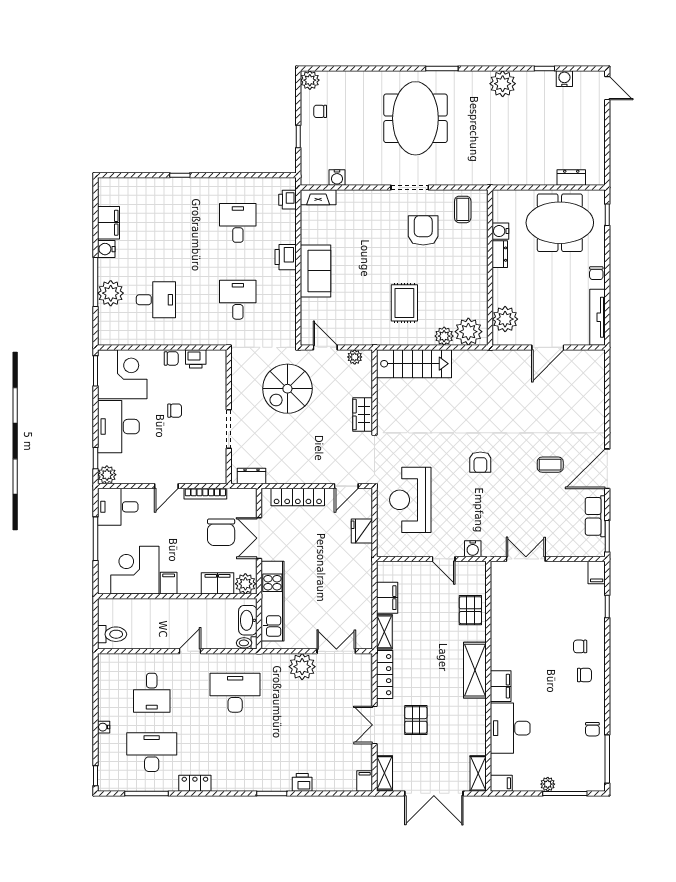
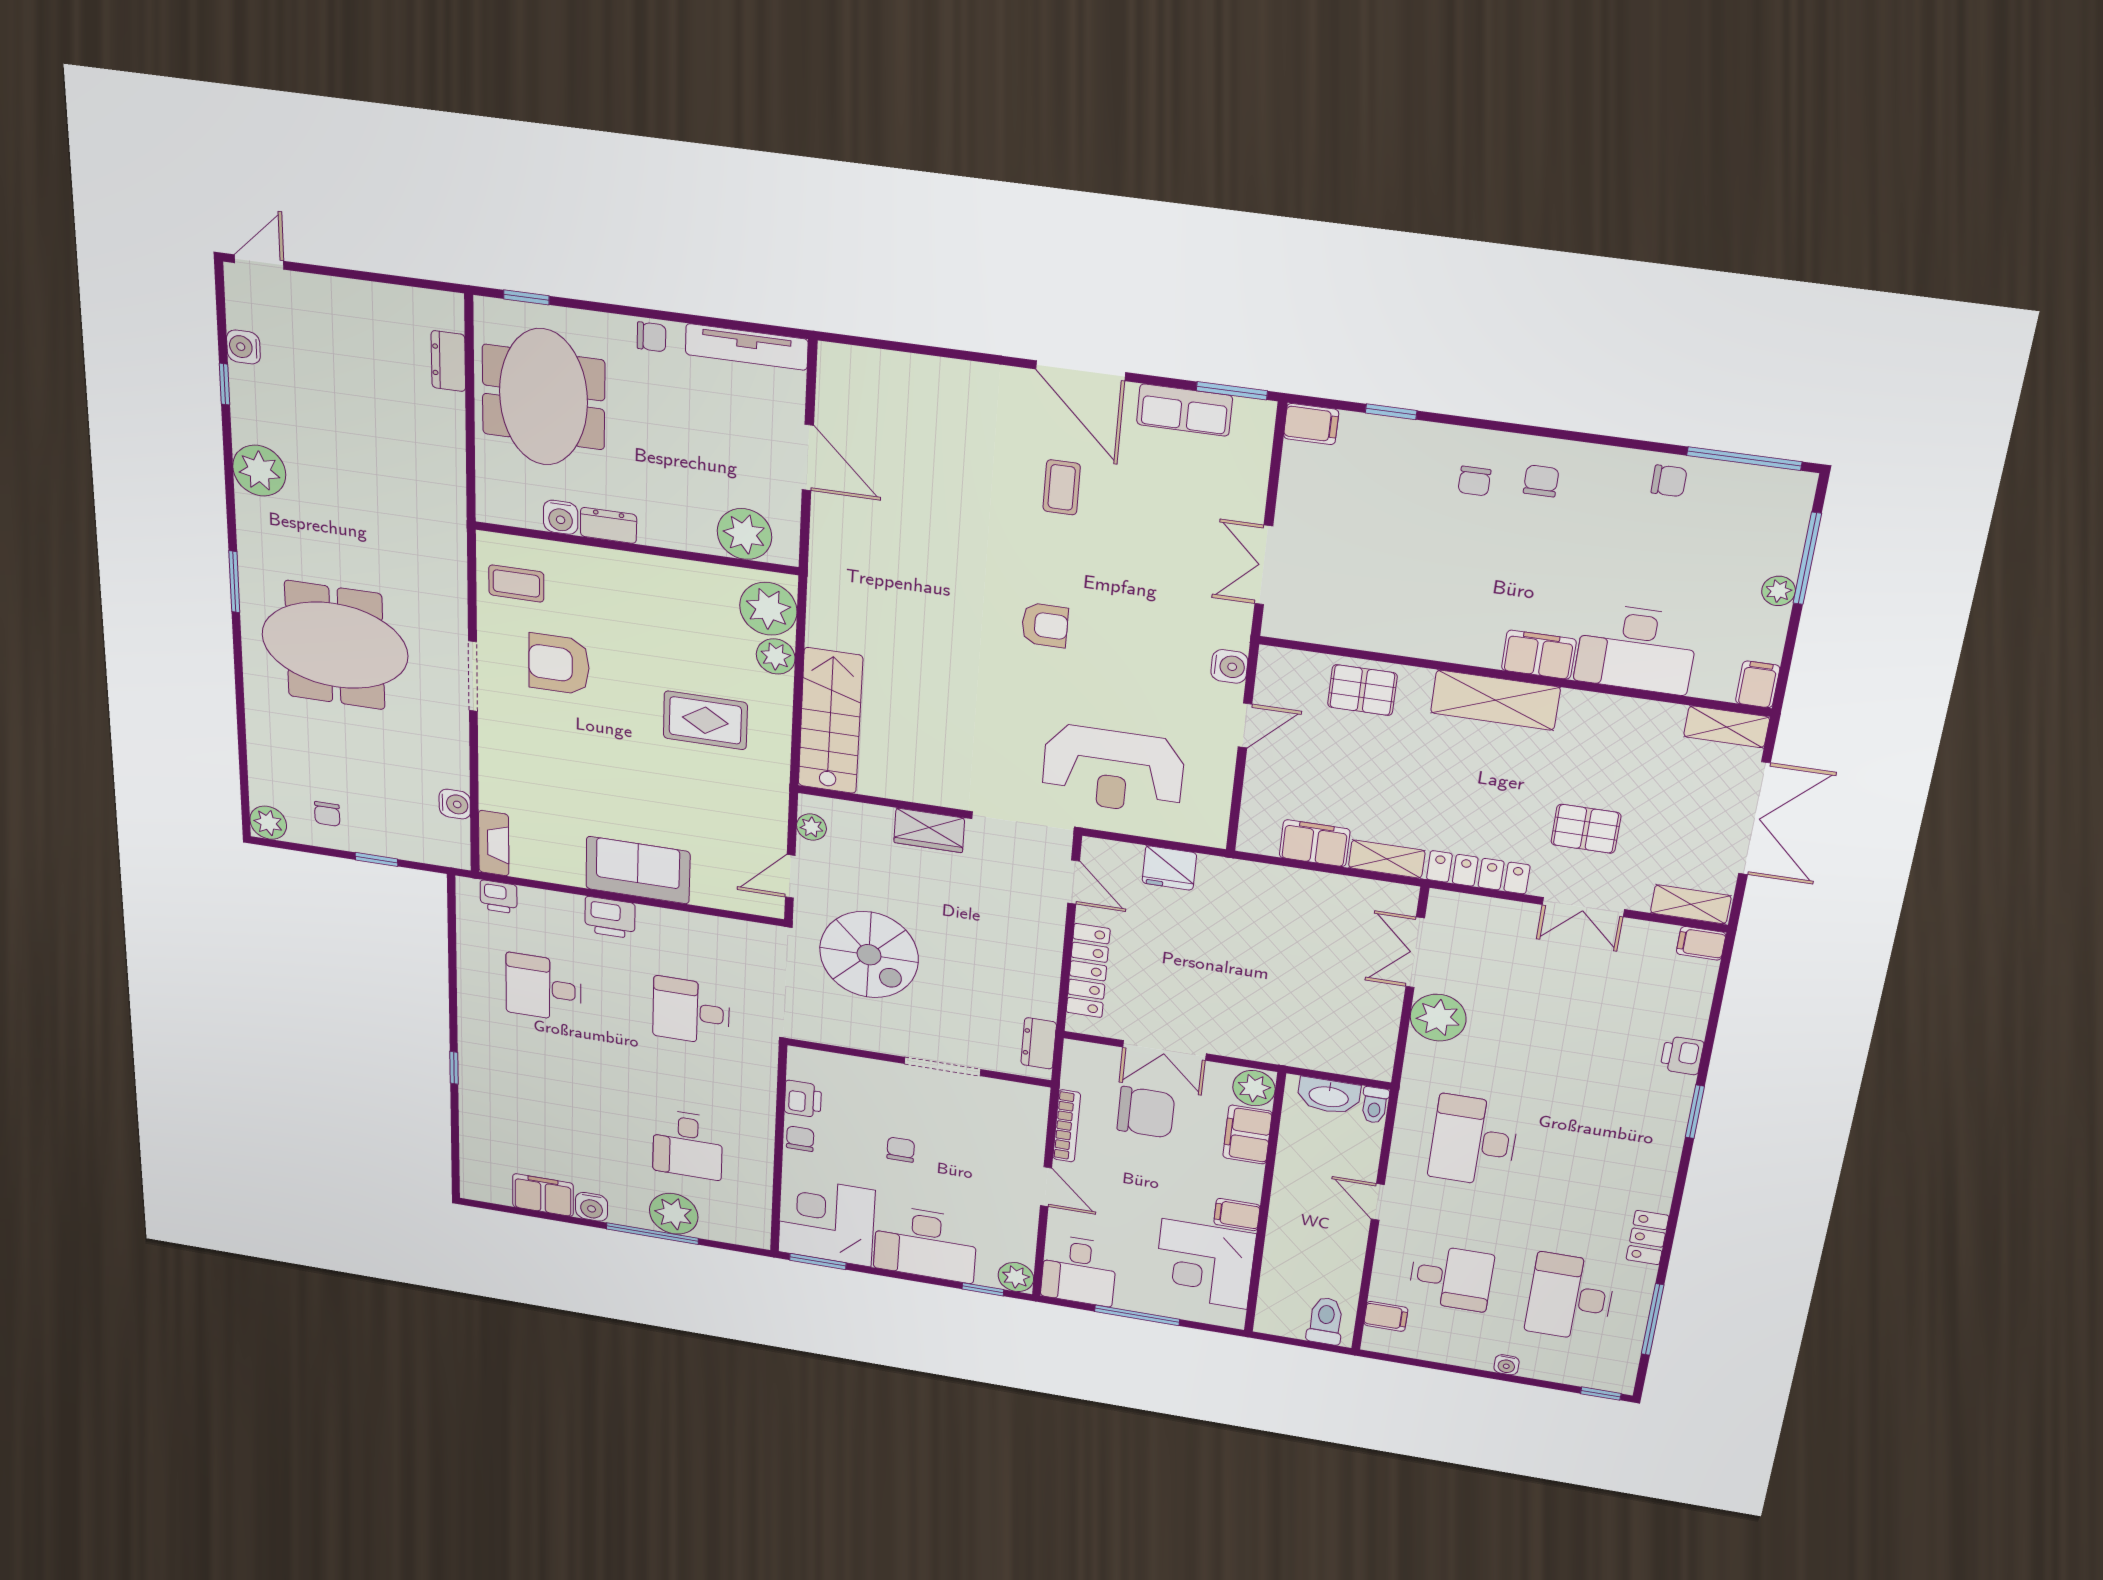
desk: (156, 300) -> (688, 1145), turned 180
kitchen unit: (272, 601) -> (1295, 1048), removed
filing cabinet: (121, 664) -> (1386, 1316), added

